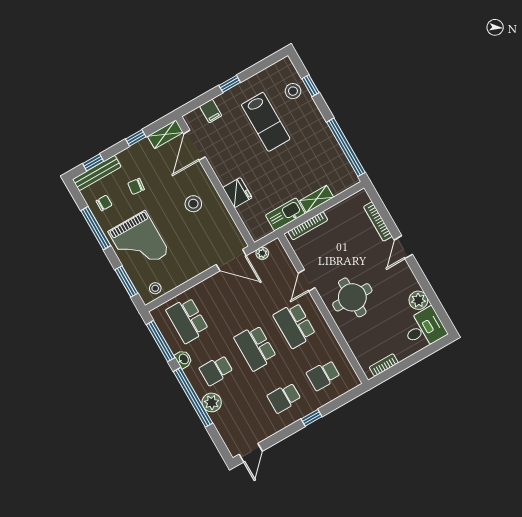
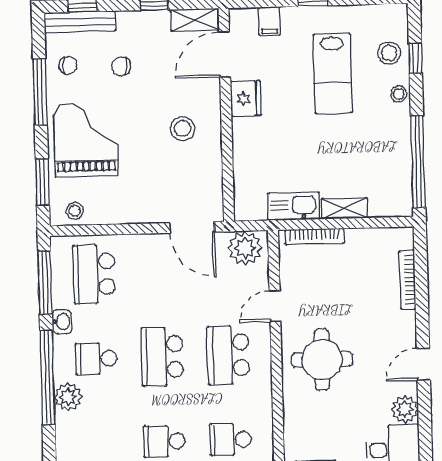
stool: (312, 113) -> (399, 94), added
fridge: (237, 193) -> (246, 98), moved
grand piano: (139, 242) -> (86, 140), turned 180
door: (403, 247) -> (423, 364), moved
plant: (262, 253) -> (245, 248), width x1.88, depth x1.88

